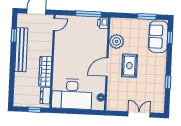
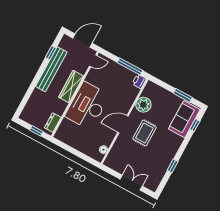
wardrobe: (45, 71) -> (71, 87), moved
desk: (72, 94) -> (87, 106), moved, turned 90

